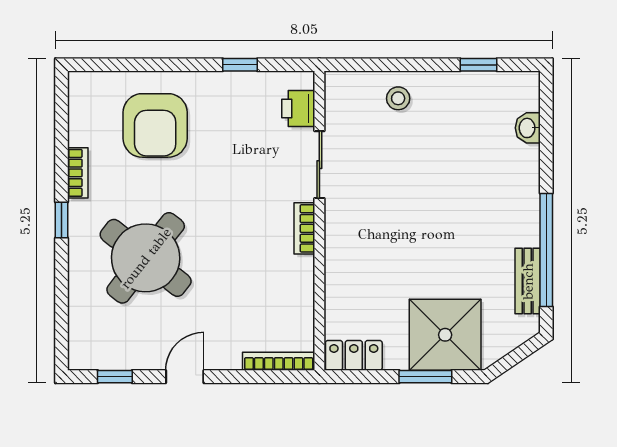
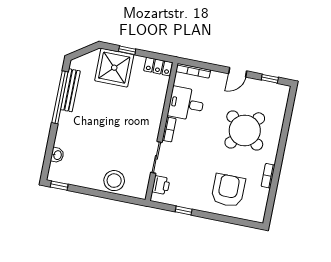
window: (479, 65) -> (59, 186), moved
stool: (398, 98) -> (114, 181), width x1.89, depth x1.89
window: (62, 220) -> (280, 156), removed
bench: (528, 281) -> (70, 90), width x1.36
desk: (279, 289) -> (186, 104), added
window: (425, 377) -> (127, 50), width x0.67

